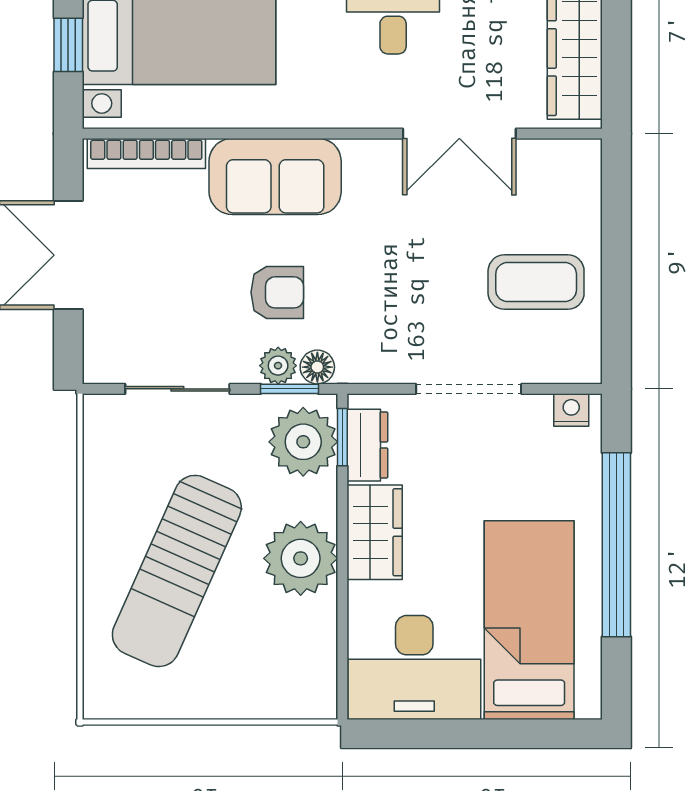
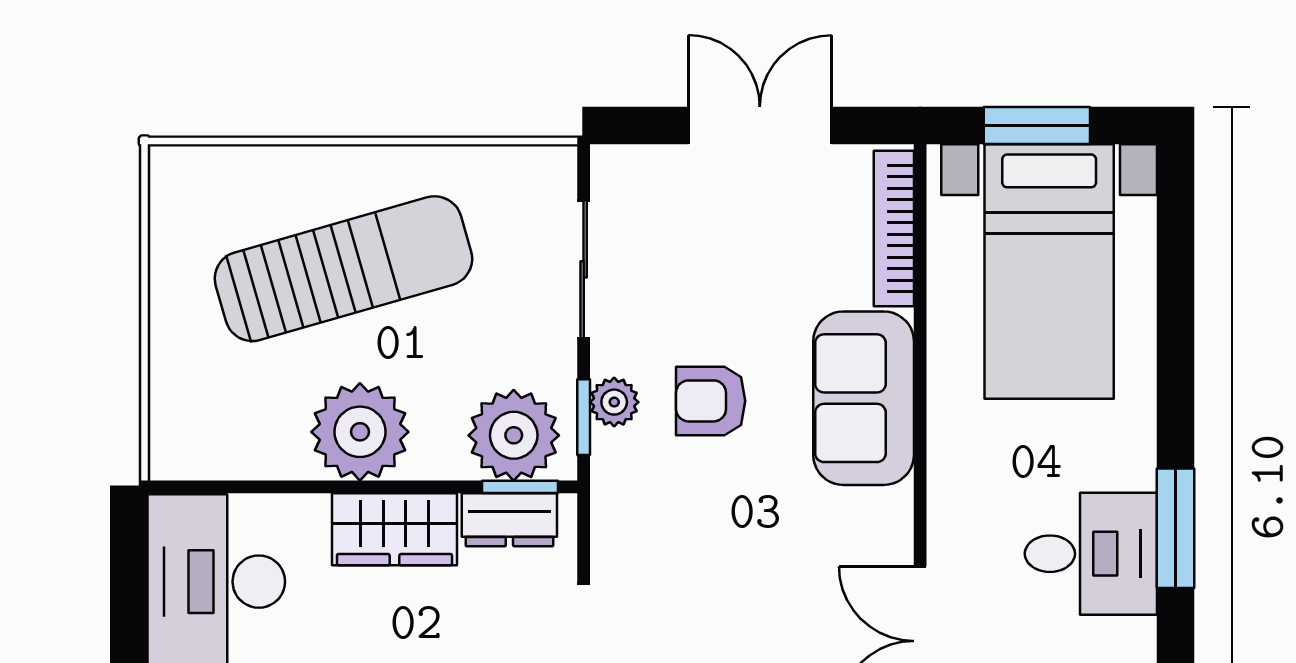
window: (68, 45) -> (1037, 125), width x1.50
armchair: (277, 292) -> (711, 401), turned 90
floor lamp: (317, 367) -> (612, 454), removed
sun lounger: (177, 571) -> (343, 269), turned 140

